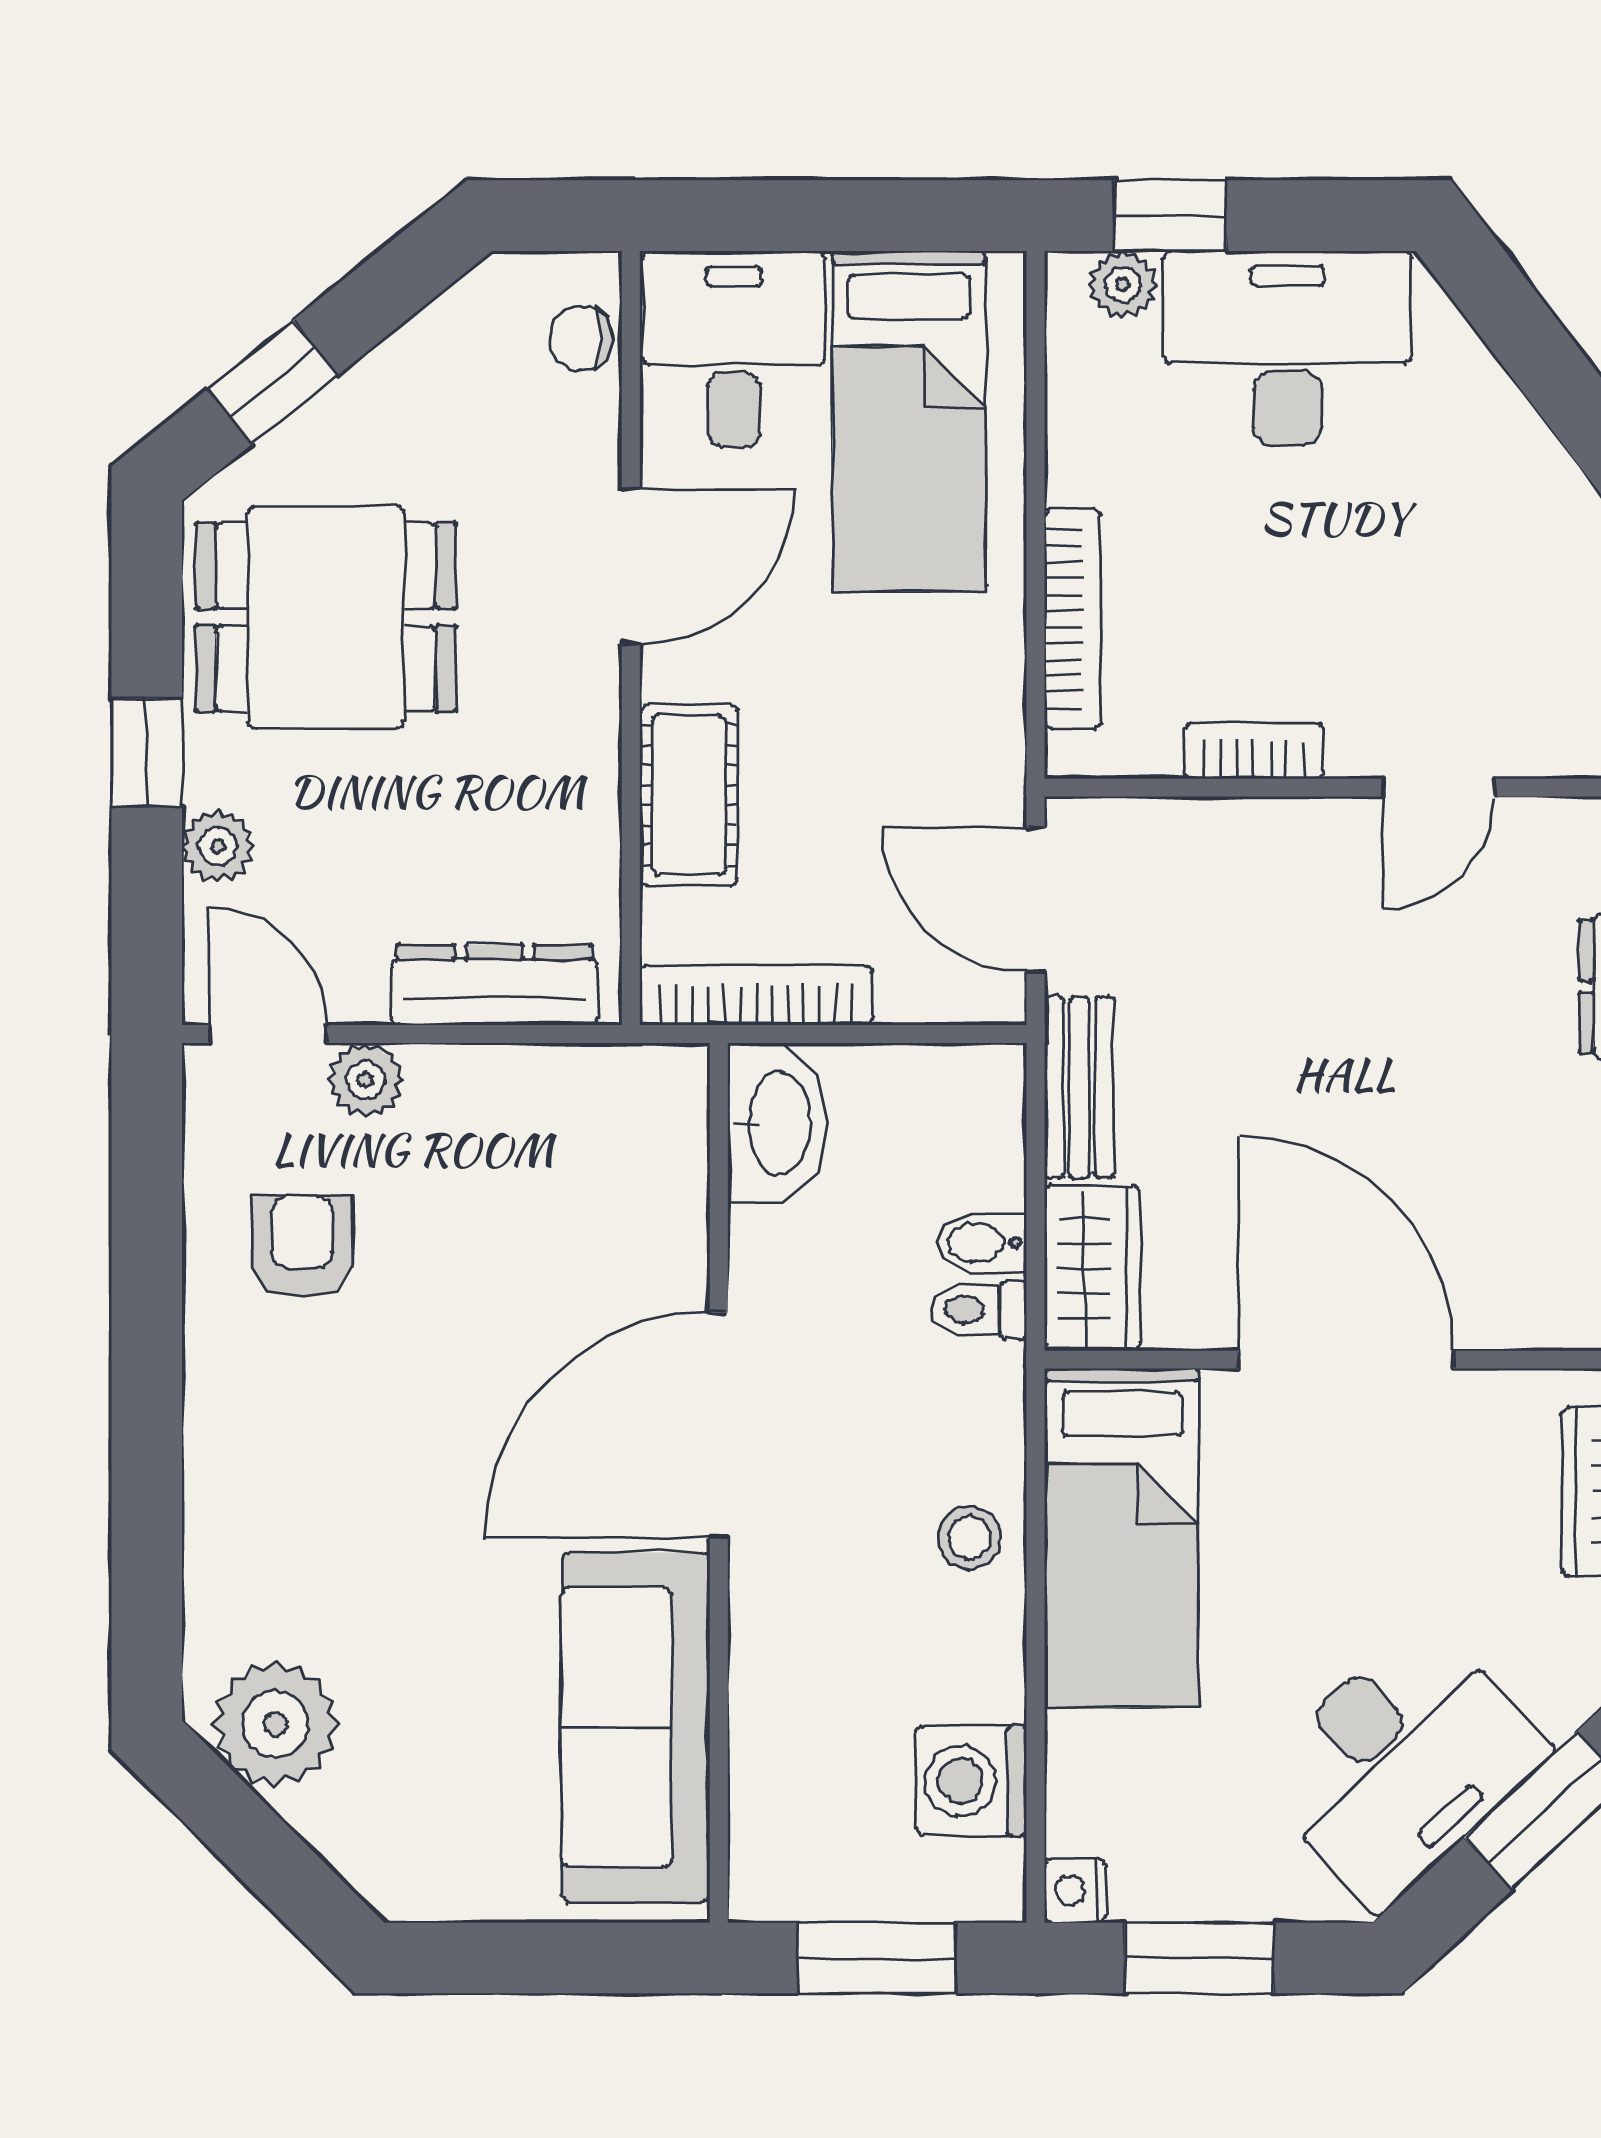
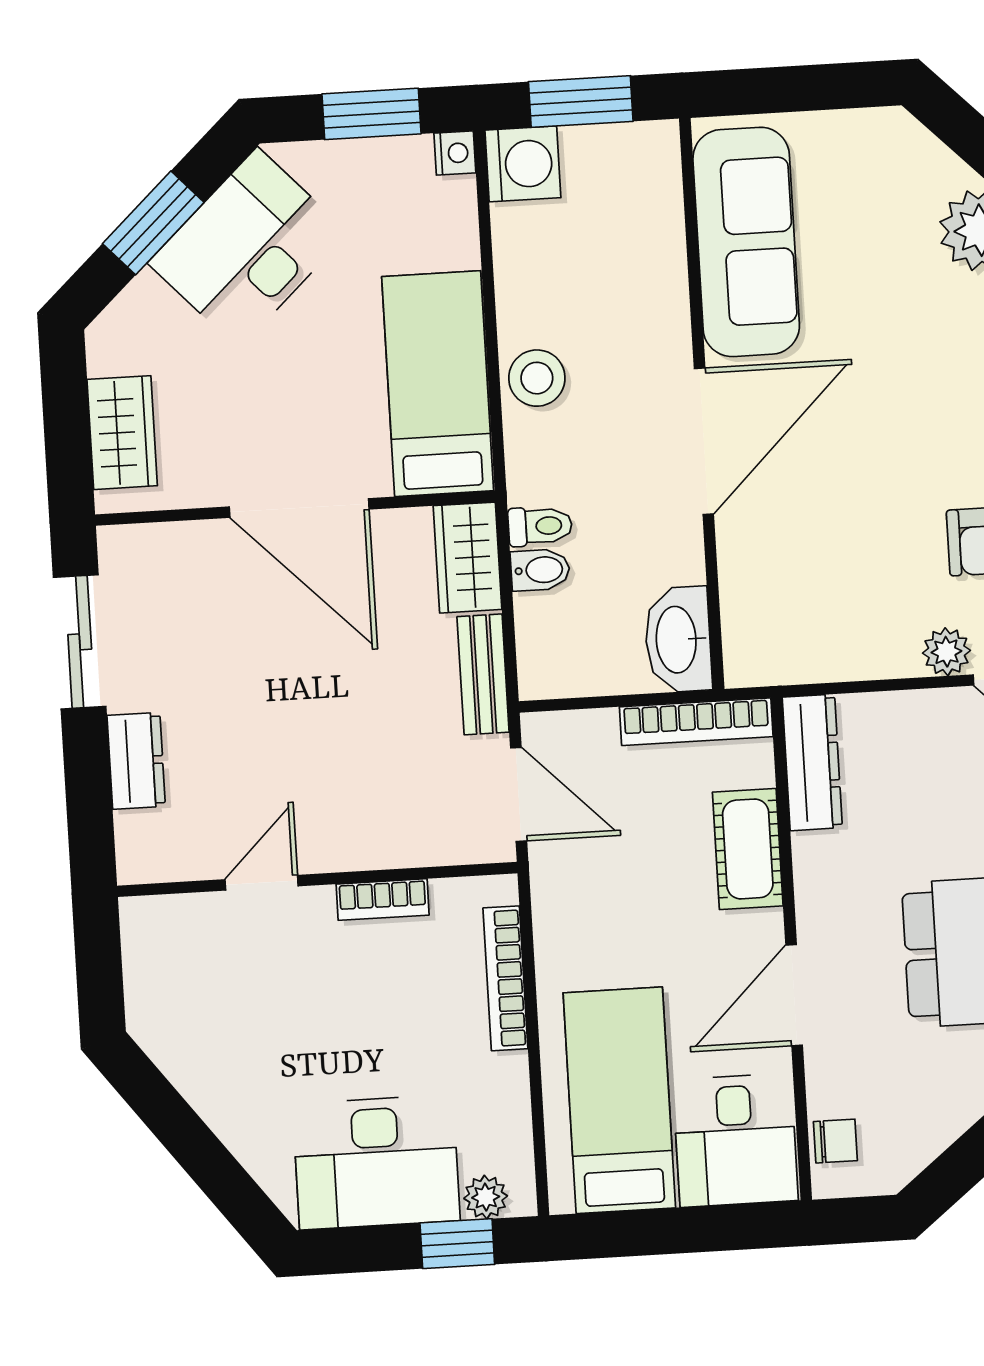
dresser: (494, 985) -> (812, 762), moved, turned -90
stool: (969, 1537) -> (537, 378), width x1.37, depth x1.37
washing machine: (971, 1781) -> (523, 164), moved

